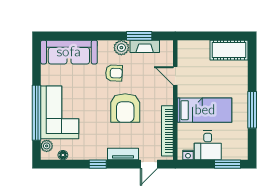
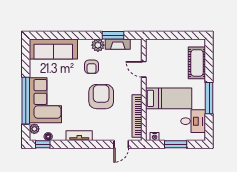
cot: (229, 50) -> (197, 63), moved, turned 90
armchair: (114, 73) -> (92, 67), turned 88
armchair: (125, 108) -> (101, 97), turned 180
desk: (208, 145) -> (193, 121), moved, turned -90
tv unit: (123, 154) -> (79, 136), moved
window: (98, 164) -> (43, 144), moved
window: (228, 164) -> (176, 144), moved

